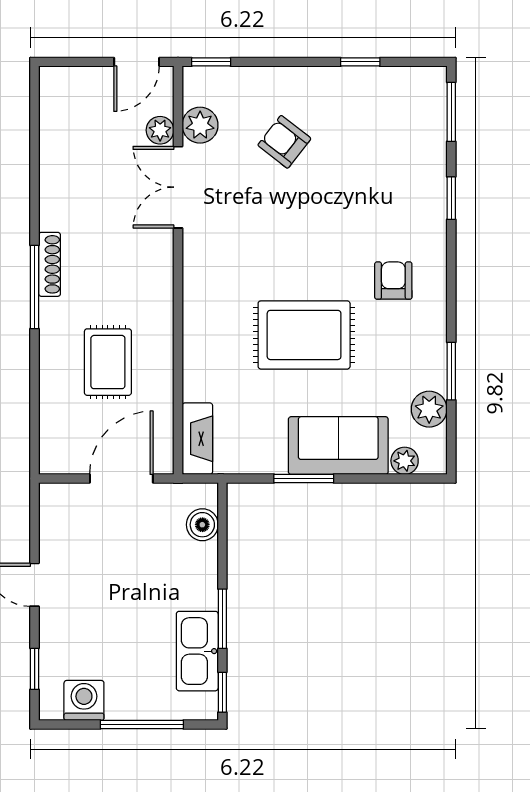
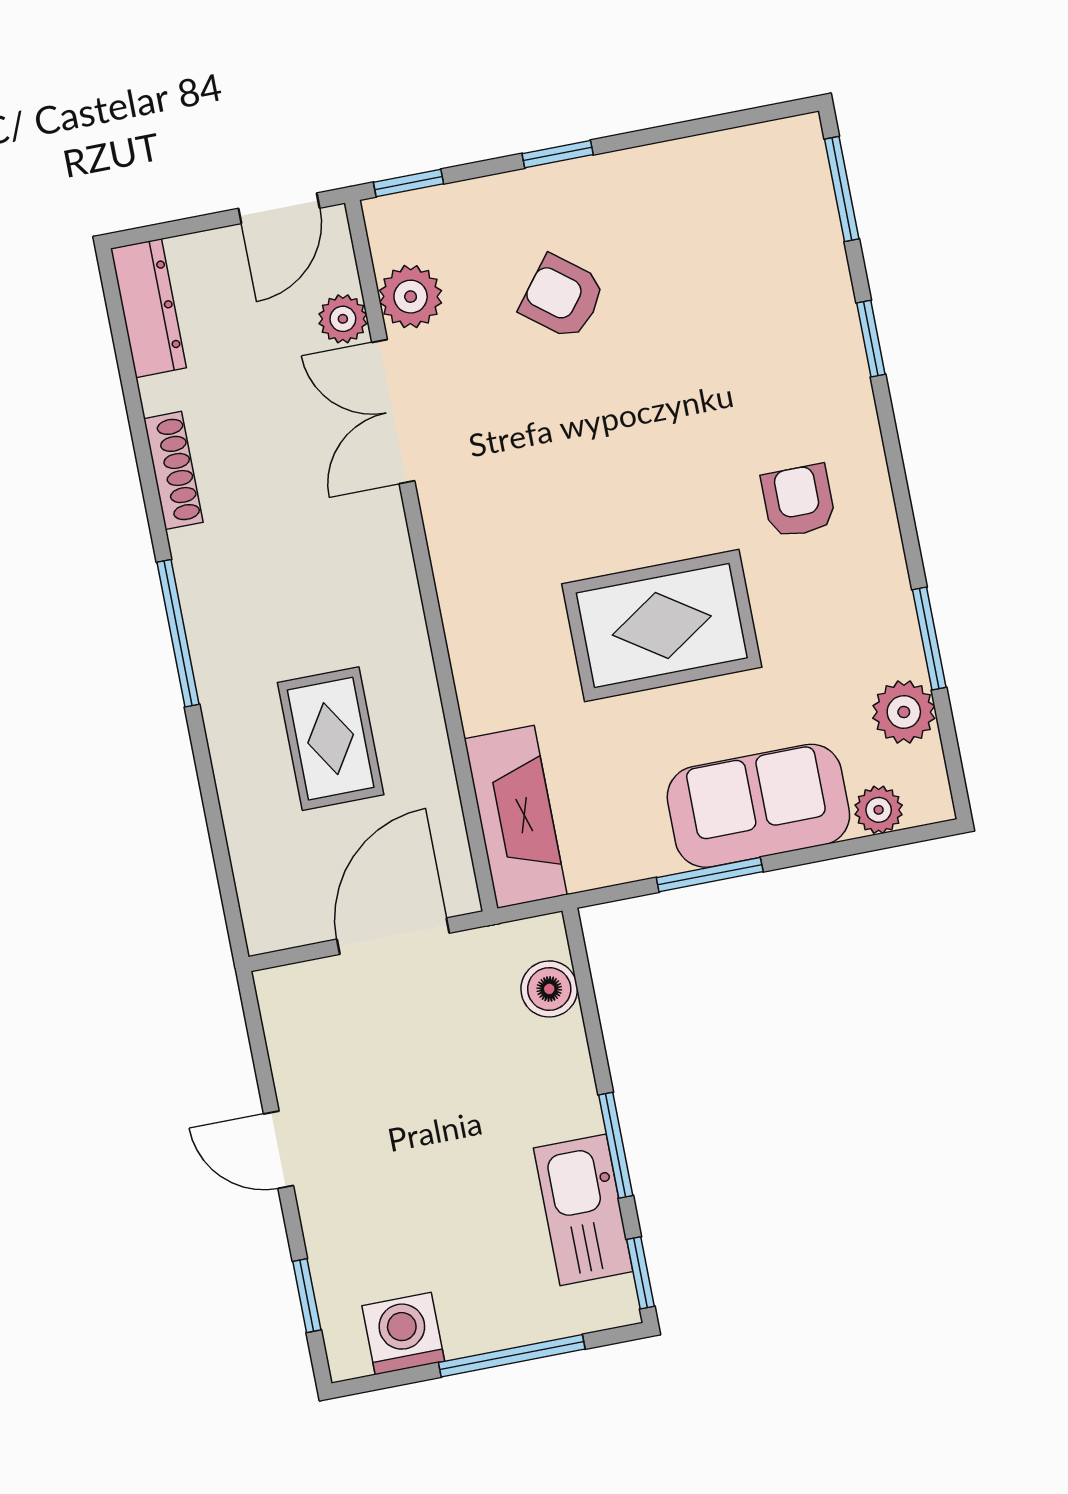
window: (360, 62) -> (558, 154), moved
dresser: (53, 103) -> (149, 308), added
shoe rack: (50, 264) -> (173, 470), moved
fireplace: (197, 439) -> (516, 817), width x1.37, depth x1.32

